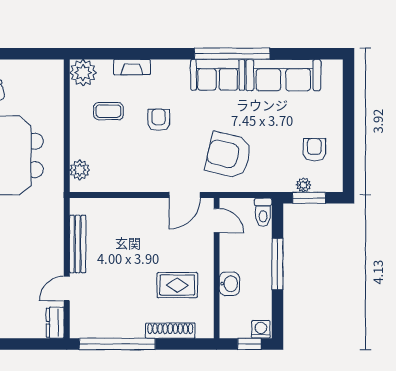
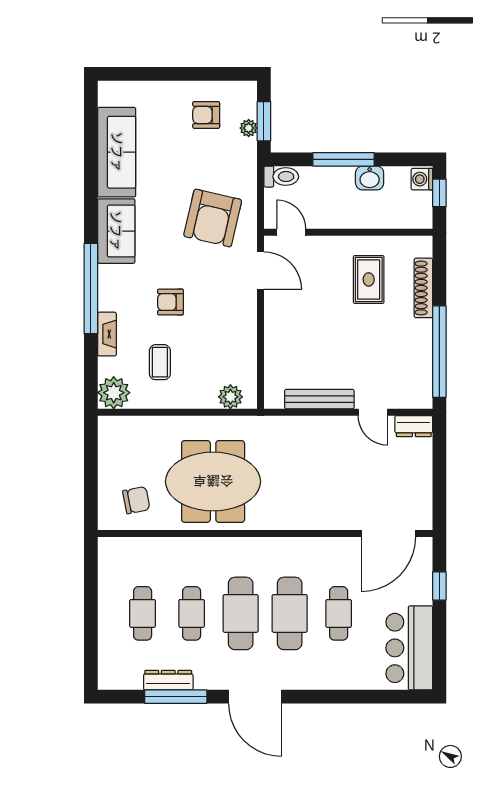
window: (232, 54) -> (91, 288), moved
door: (217, 221) -> (291, 232), hinge flipped
washbasin: (229, 284) -> (370, 178), moved, turned 180

